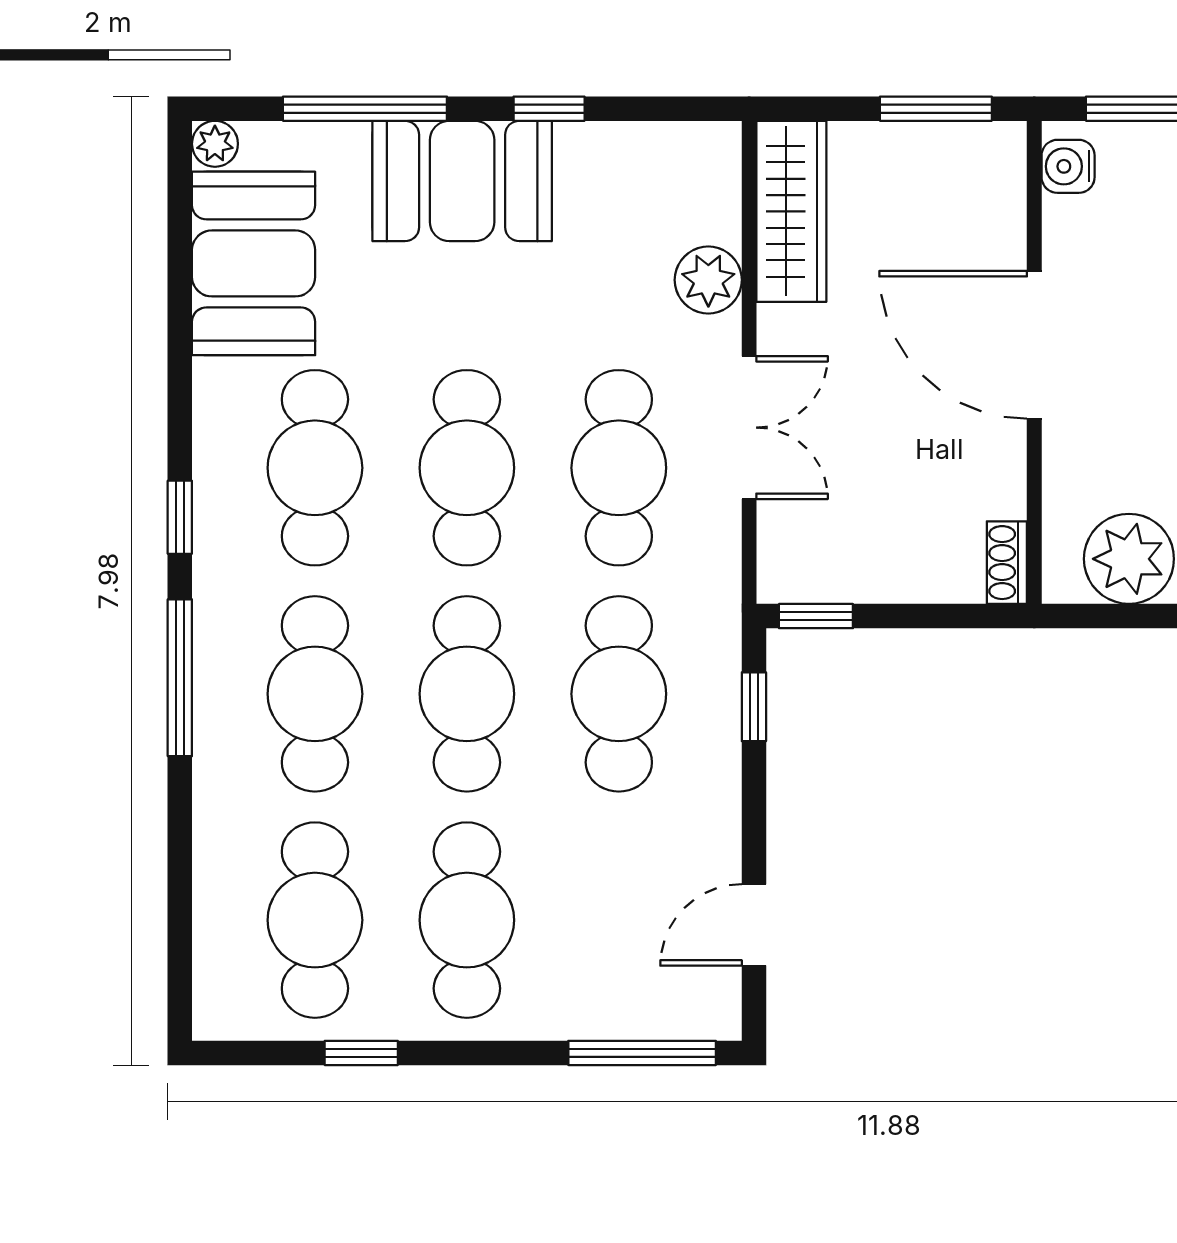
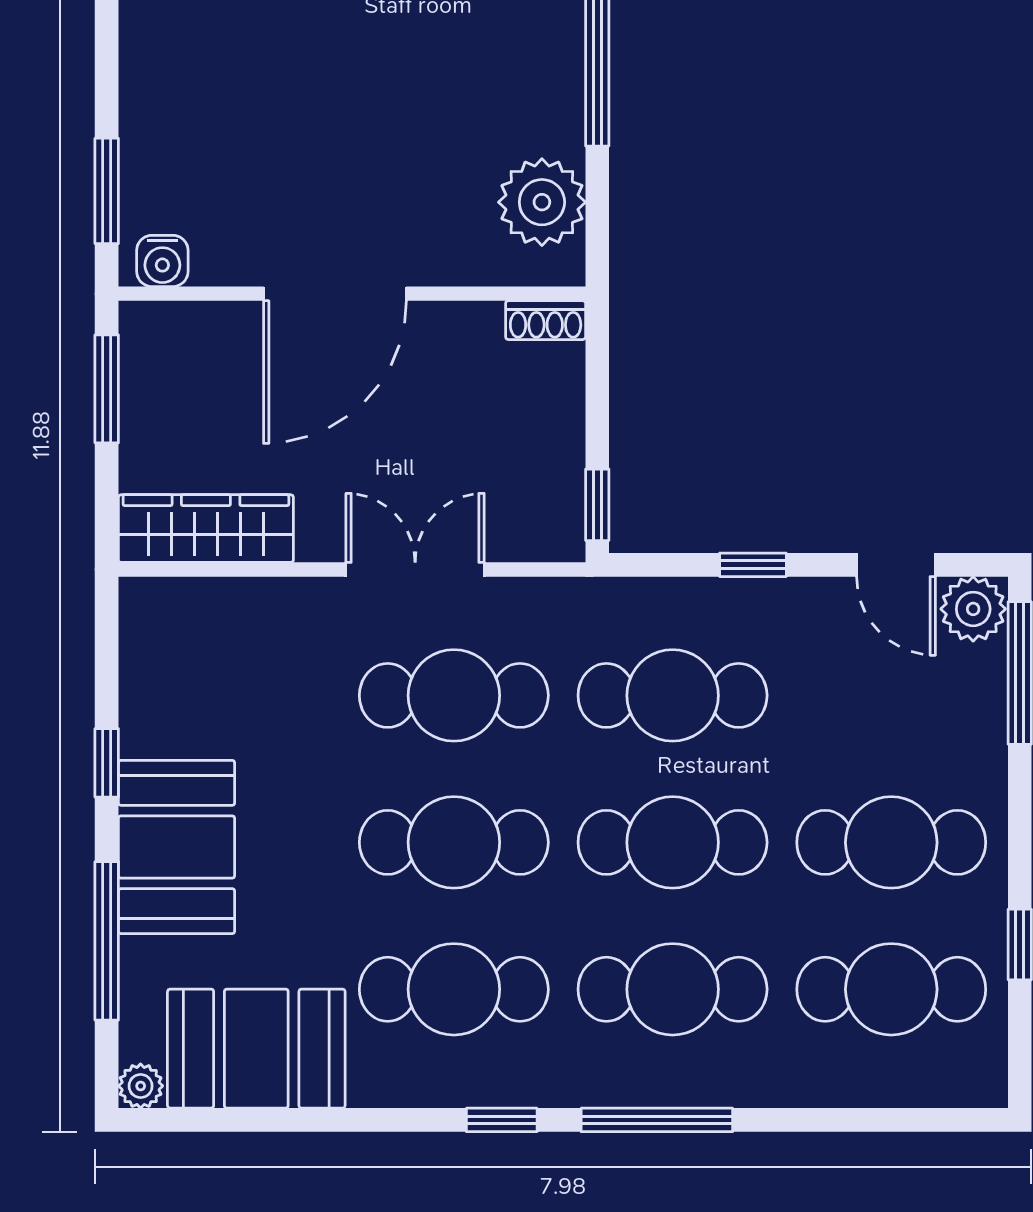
plant: (708, 280) -> (973, 609), moved
window: (754, 707) -> (753, 565), moved

